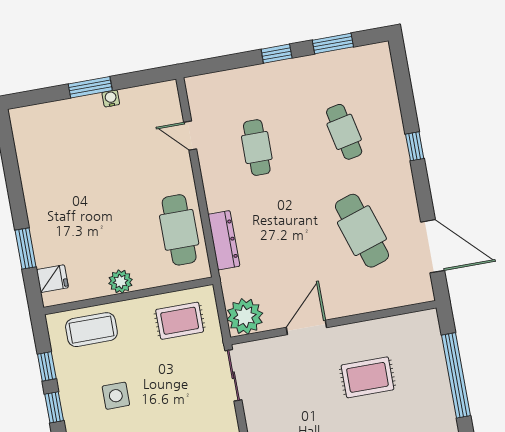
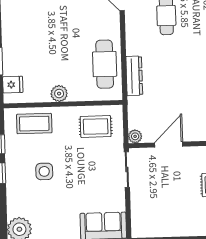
plant: (245, 316) -> (135, 136), width x0.53, depth x0.53
door: (306, 327) -> (169, 145), moved

